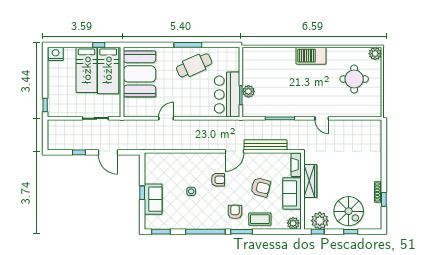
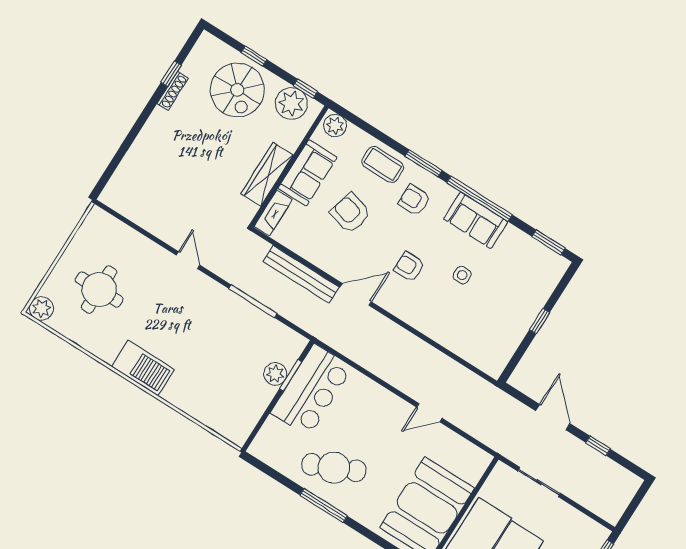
sofa: (153, 199) -> (476, 220), moved, turned -90
spiral stairs: (349, 211) -> (237, 90), turned 180
armchair: (235, 212) -> (414, 200), turned 90

